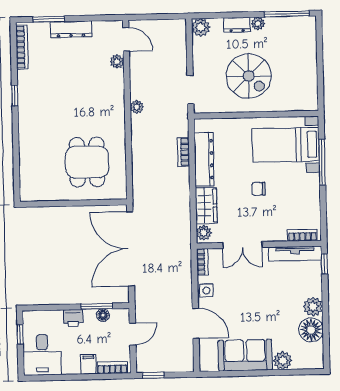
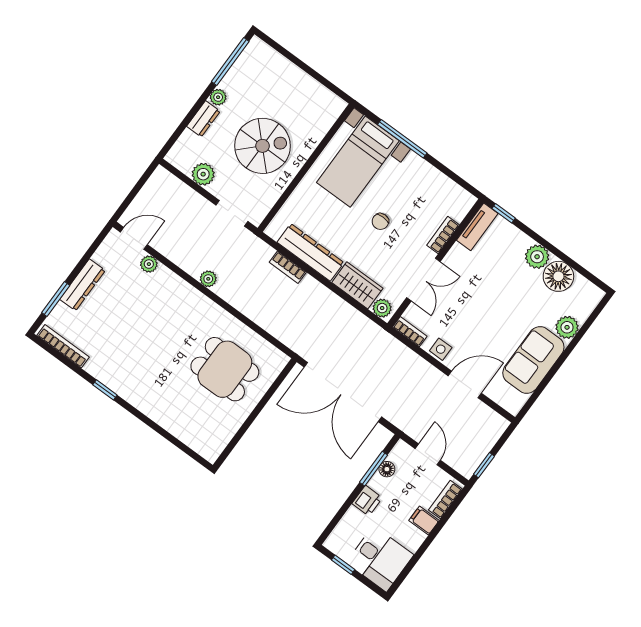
plant: (201, 27) -> (203, 174), moved
bookcase: (302, 235) -> (443, 235), moved
tv unit: (295, 254) -> (477, 227), width x0.71

